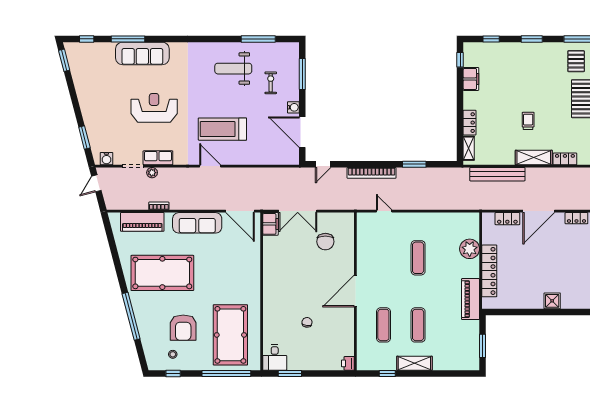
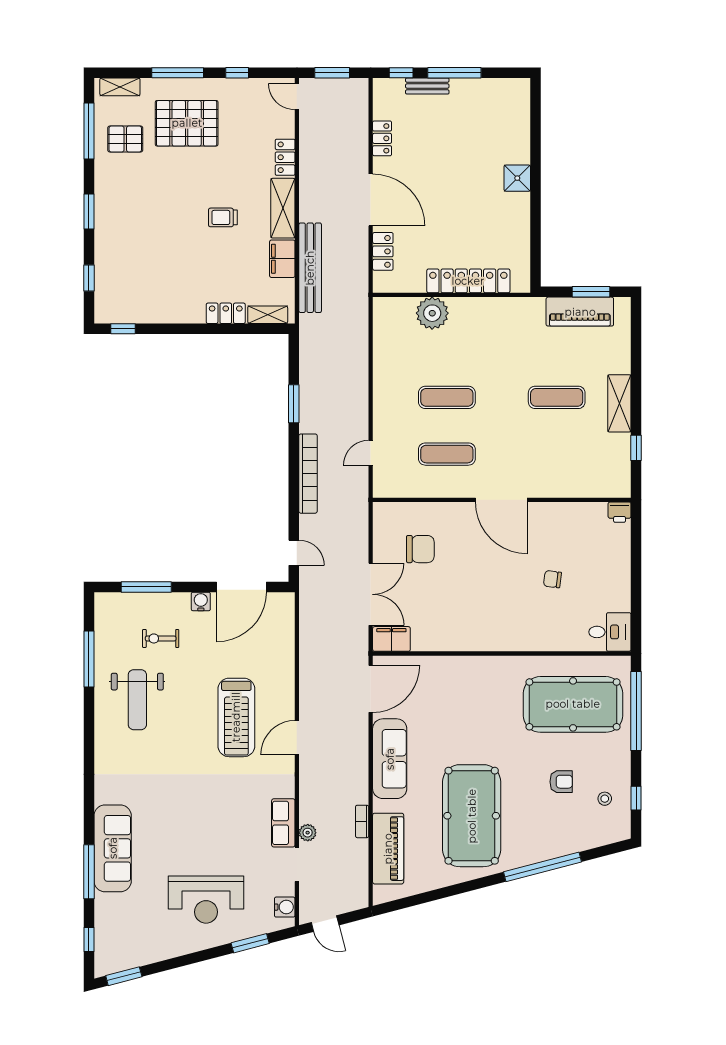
filing cabinet: (471, 79) -> (282, 259), moved, turned -90
reception desk: (154, 108) -> (206, 900), moved, turned -90
piano: (471, 299) -> (580, 312), moved
exercise mat: (383, 325) -> (447, 454), moved
armchair: (183, 328) -> (561, 782), width x0.53, depth x0.53
window: (290, 373) -> (636, 607), removed

